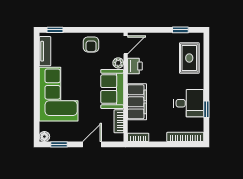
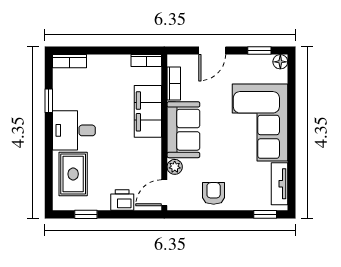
printer: (135, 66) -> (122, 200), moved, turned 90
desk: (189, 103) -> (74, 130), moved
bookcase: (185, 137) -> (70, 61), width x0.64

